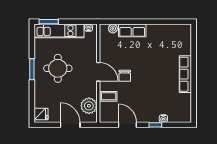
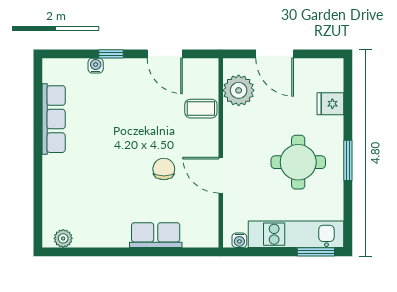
plant: (113, 29) -> (63, 238), moved
door: (98, 72) -> (221, 175), moved
row of seats: (185, 74) -> (54, 119), moved
chair: (125, 76) -> (164, 169), moved
fridge: (41, 114) -> (330, 104), moved

